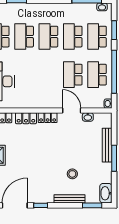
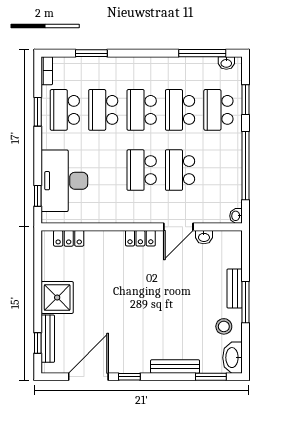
school desk: (97, 75) -> (142, 170), moved
door: (72, 111) -> (178, 227), swing flipped
locker: (26, 118) -> (106, 239), removed
bench: (107, 145) -> (235, 289), width x0.73
stool: (72, 174) -> (224, 326), moved

